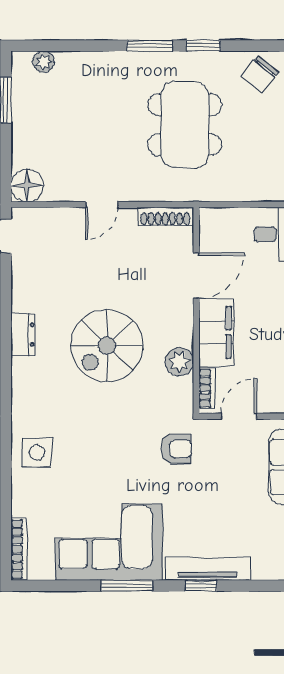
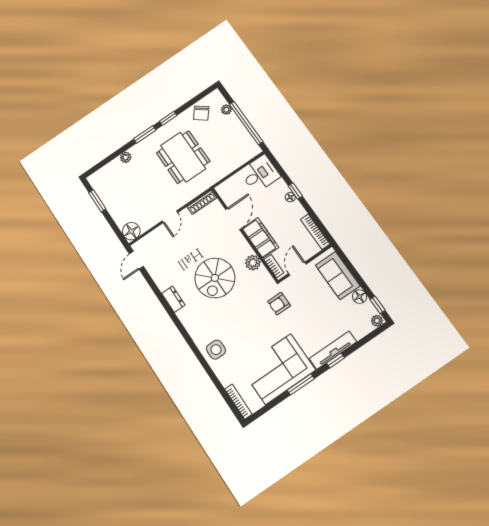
plant: (44, 62) -> (126, 157), moved
armchair: (176, 449) -> (279, 304), turned 180

